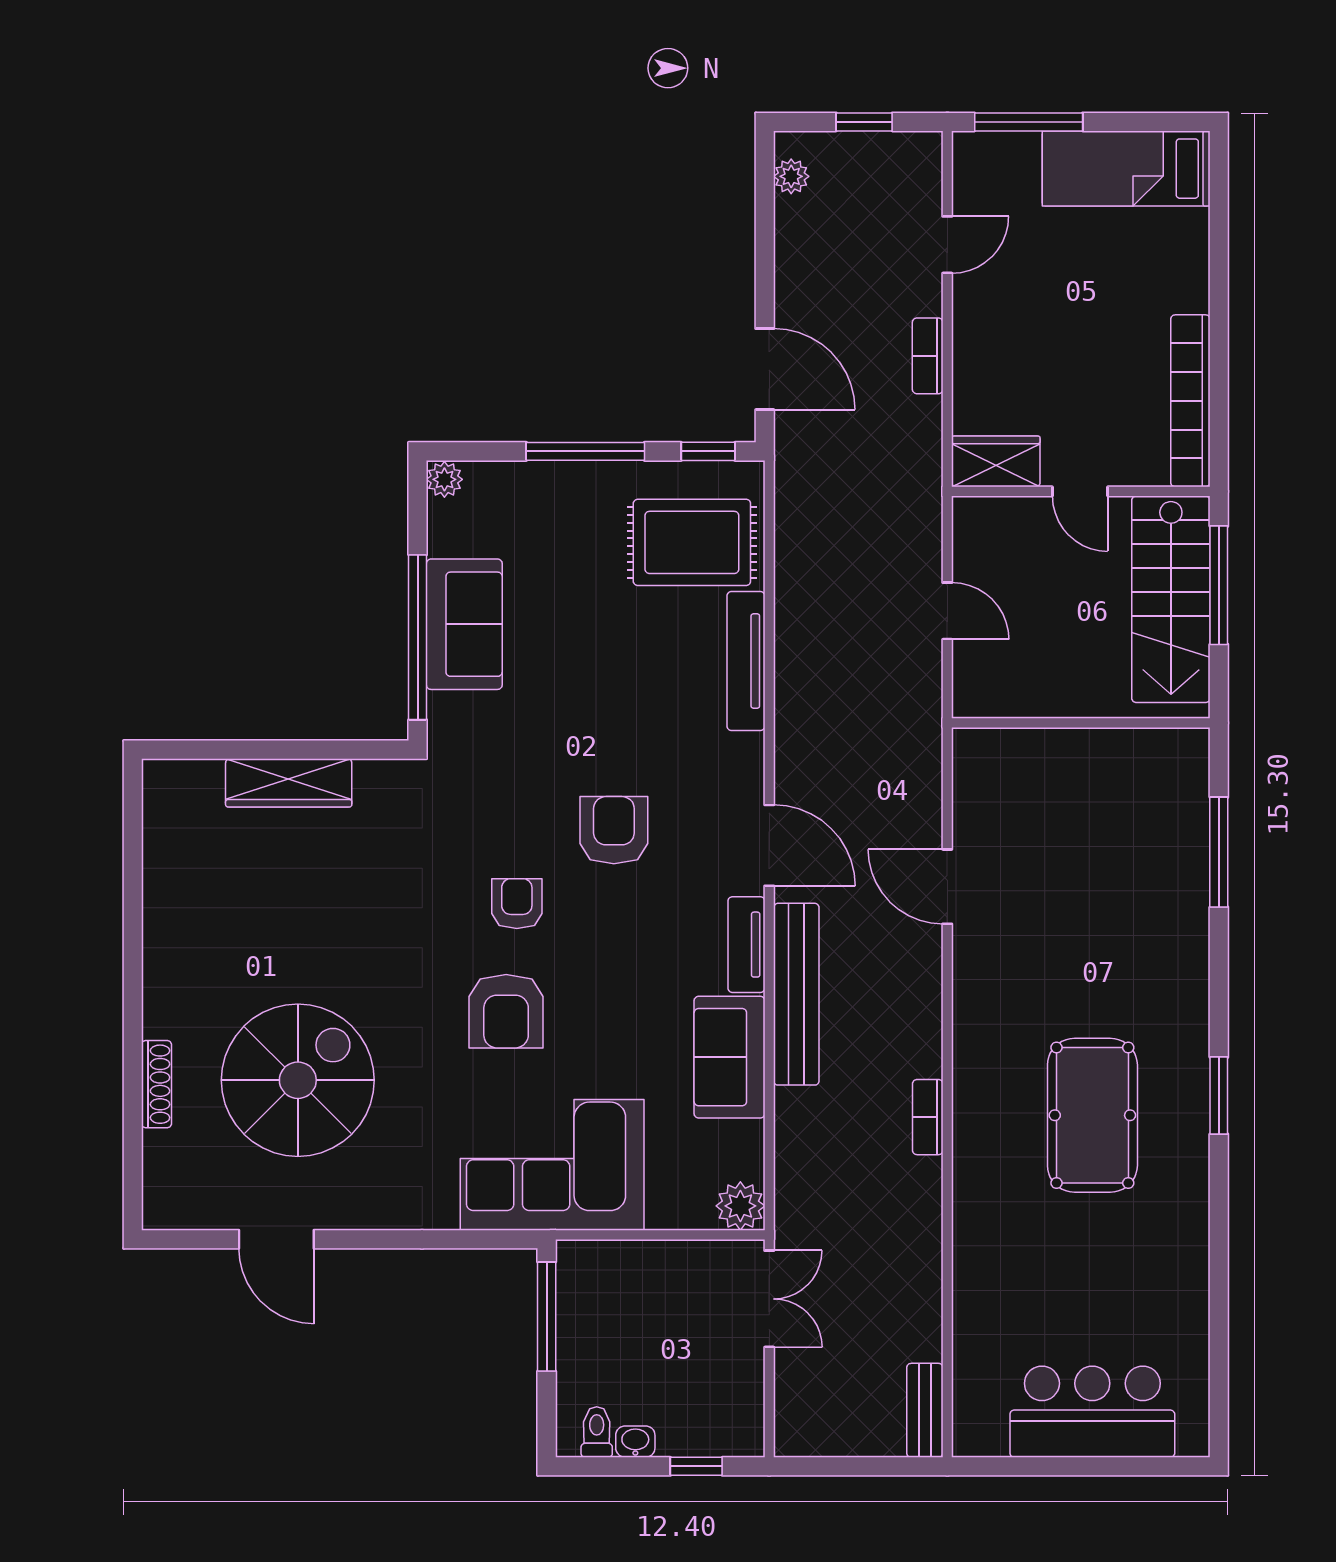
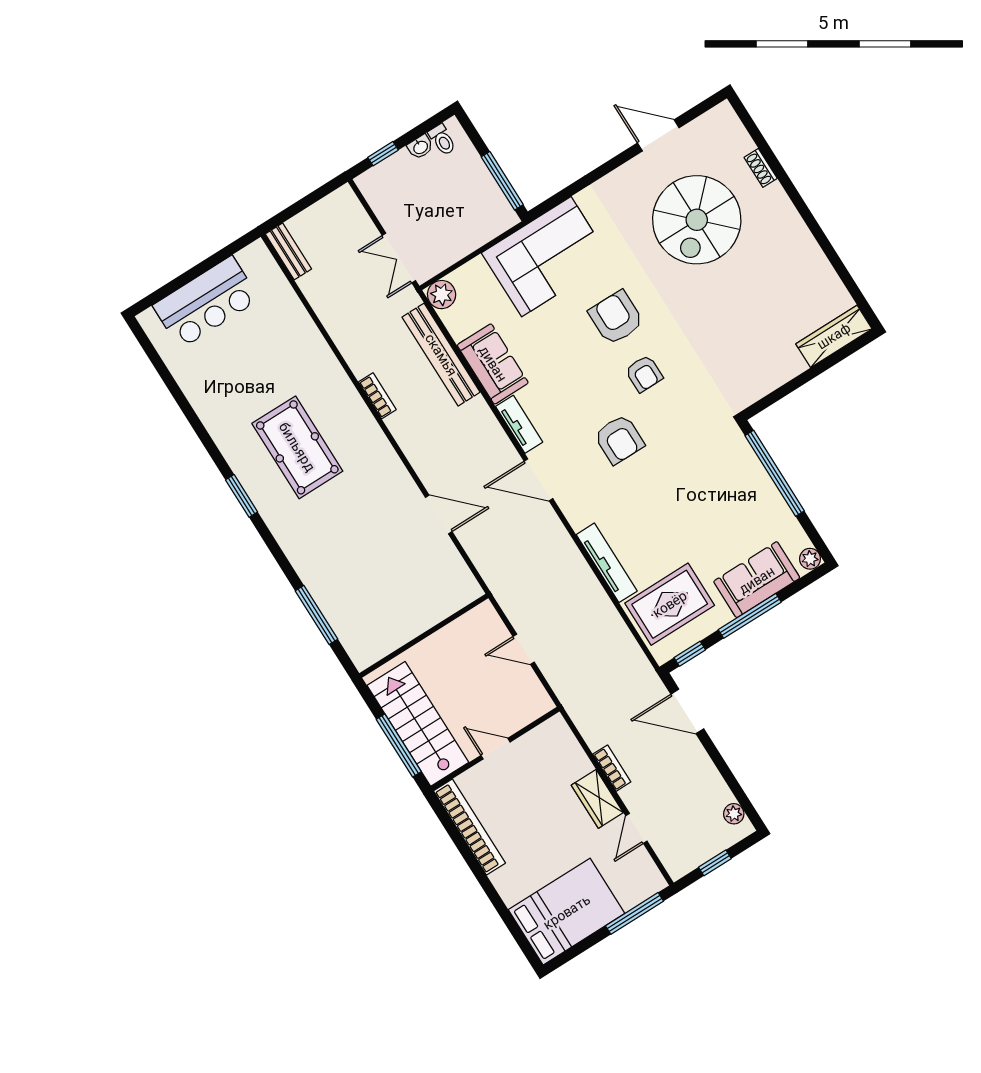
bed: (1126, 169) -> (567, 912), width x1.50
wardrobe: (996, 461) -> (597, 799), moved, turned 90
sofa: (464, 624) -> (757, 580), moved, turned 90
wardrobe: (289, 783) -> (834, 336), moved
bench: (796, 994) -> (441, 355), moved
shoe rack: (156, 1084) -> (761, 168), width x0.70

